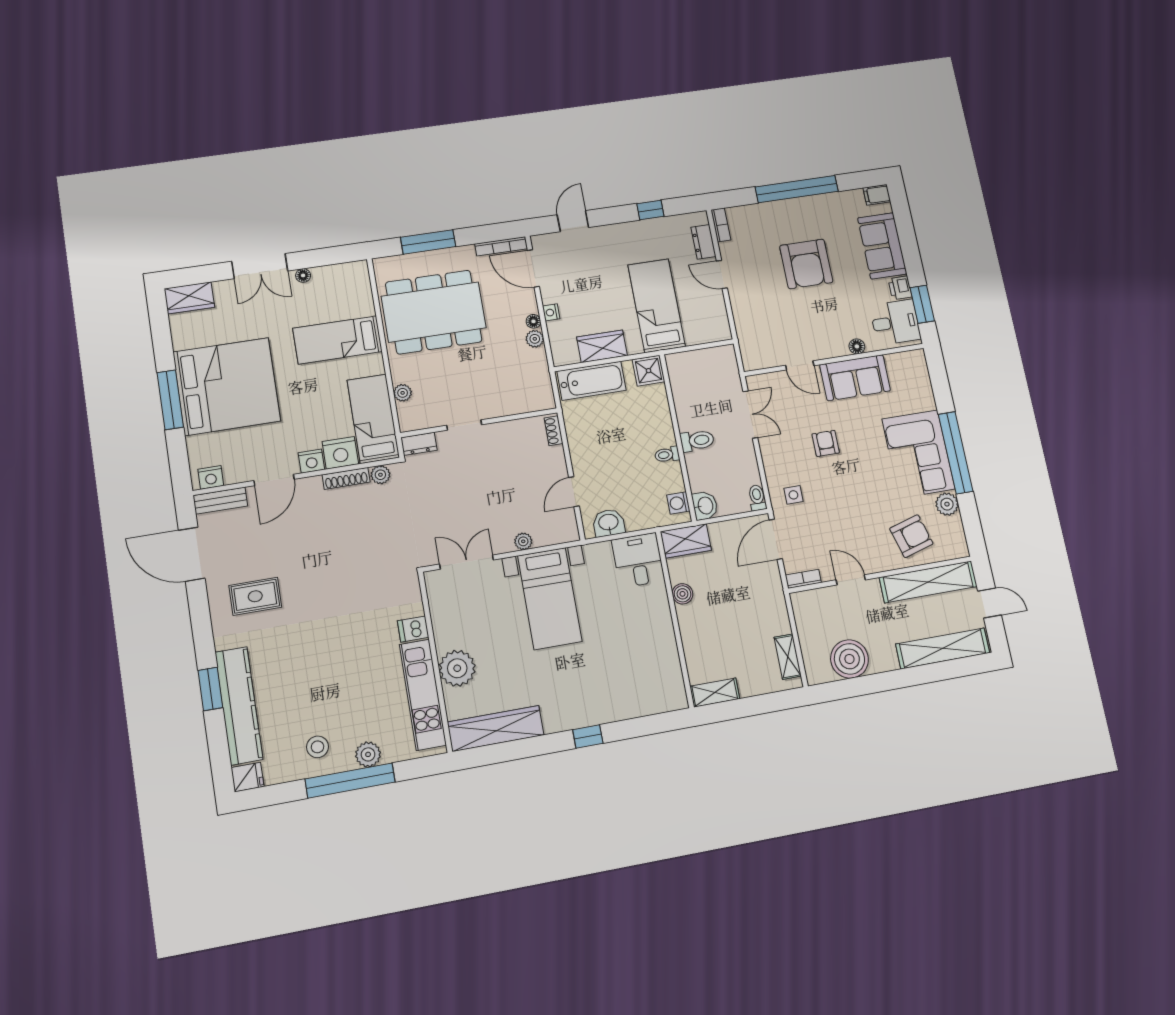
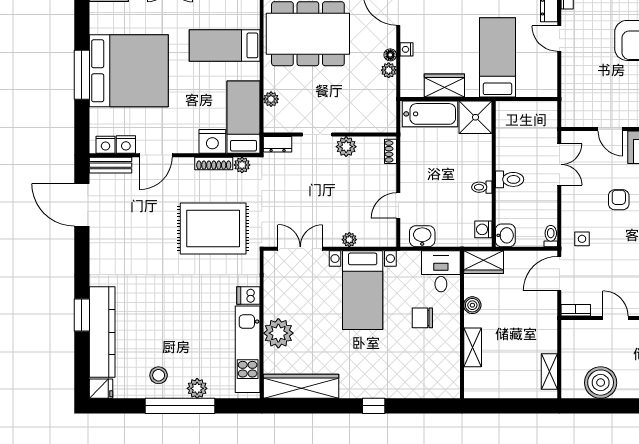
shower: (649, 371) -> (476, 117), width x1.36, depth x1.36
plant: (501, 434) -> (346, 147), added
nightstand: (311, 461) -> (126, 144), moved
rug: (255, 596) -> (213, 229), moved, width x1.86, depth x2.06
chair: (627, 619) -> (422, 318), added
shelving: (715, 693) -> (473, 347), moved, turned 90

